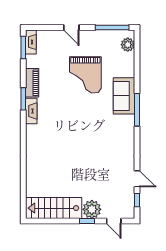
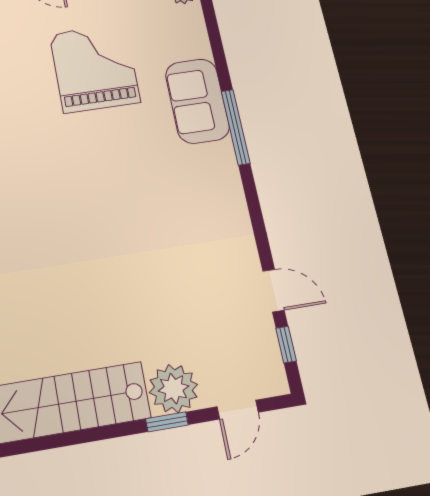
grand piano: (85, 75) -> (95, 68), turned 180
door: (114, 221) -> (238, 410), hinge flipped

